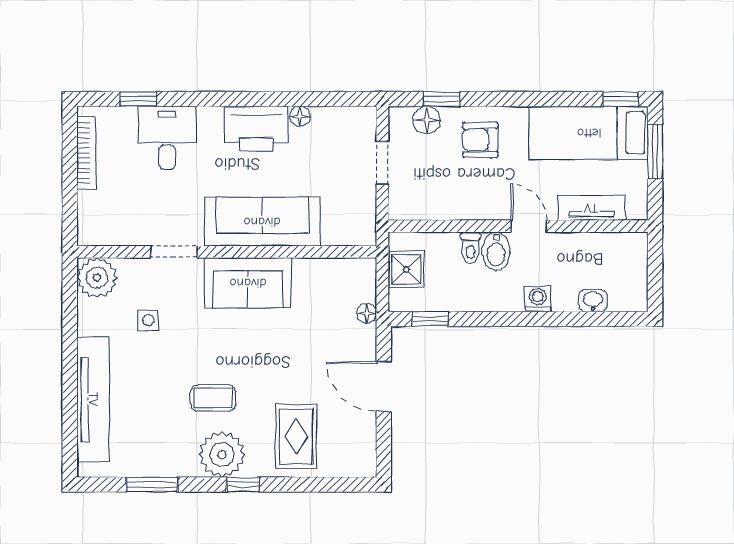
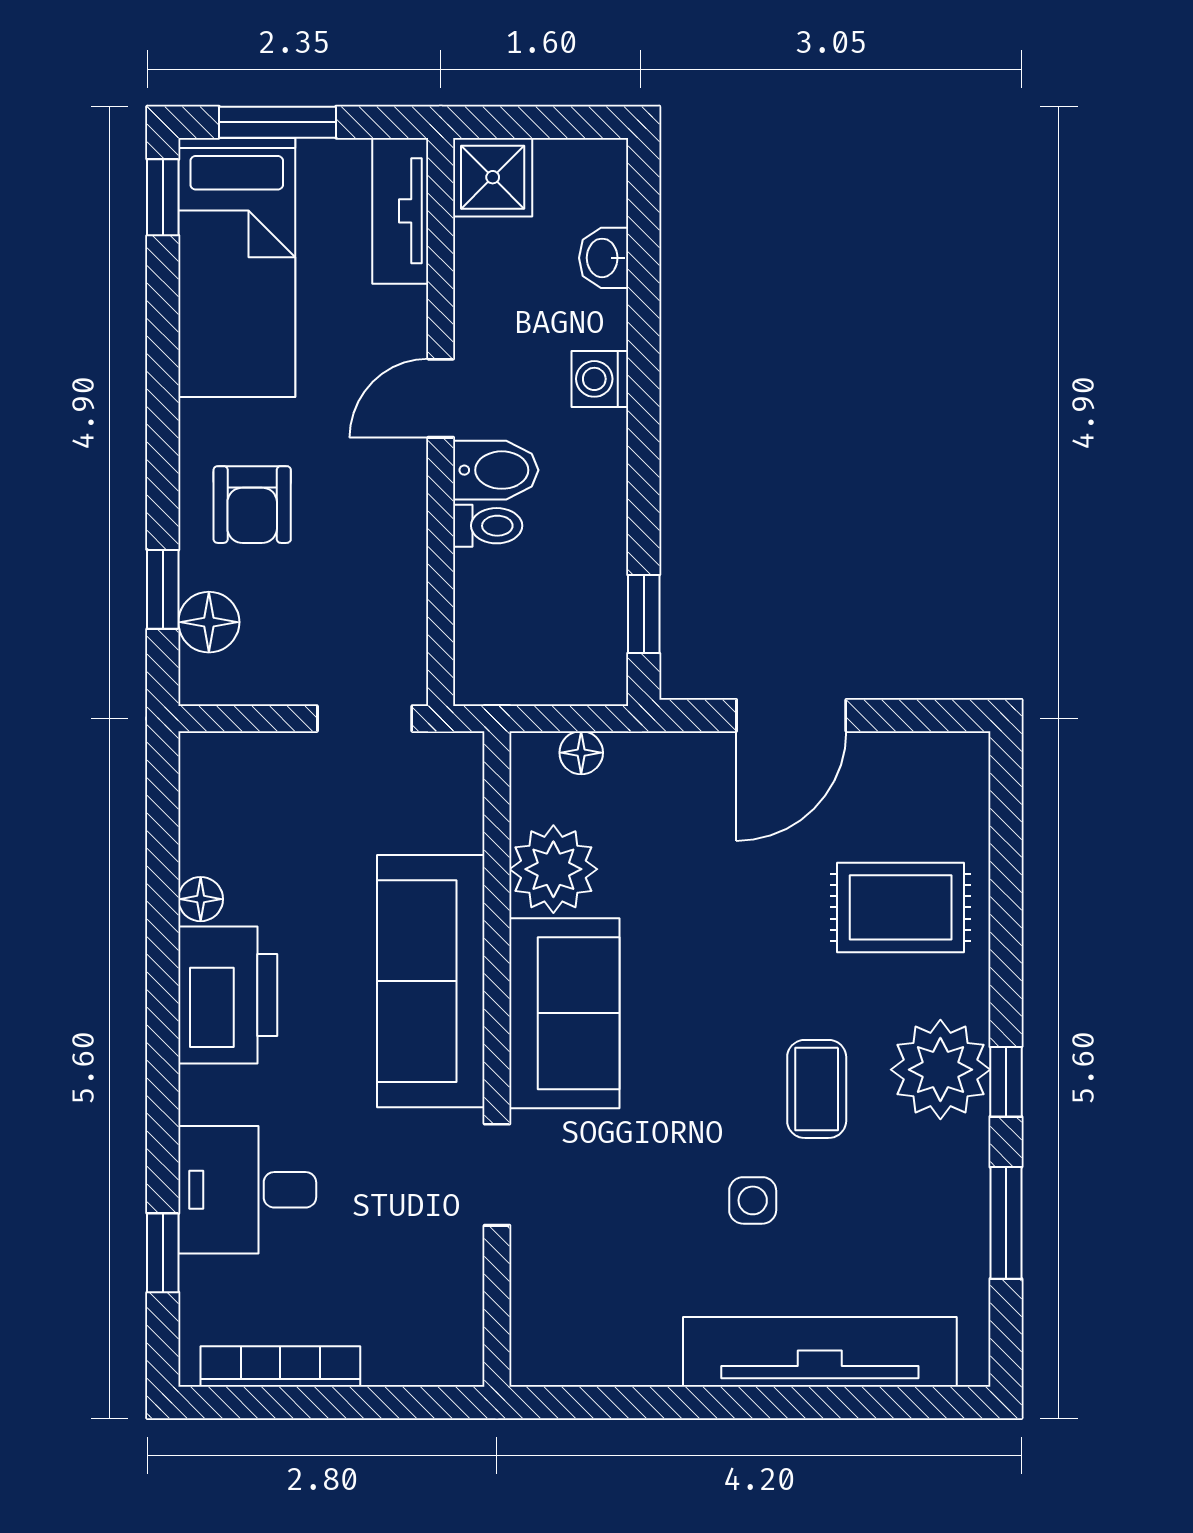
doorway: (382, 163) -> (365, 719), moved
tv unit: (591, 208) -> (400, 211), moved
shower: (406, 269) -> (493, 177), moved
plant: (97, 278) -> (553, 869), moved
floor lamp: (367, 313) -> (581, 753), moved
side table: (148, 320) -> (753, 1200), moved
window: (243, 485) -> (1006, 1082), moved

